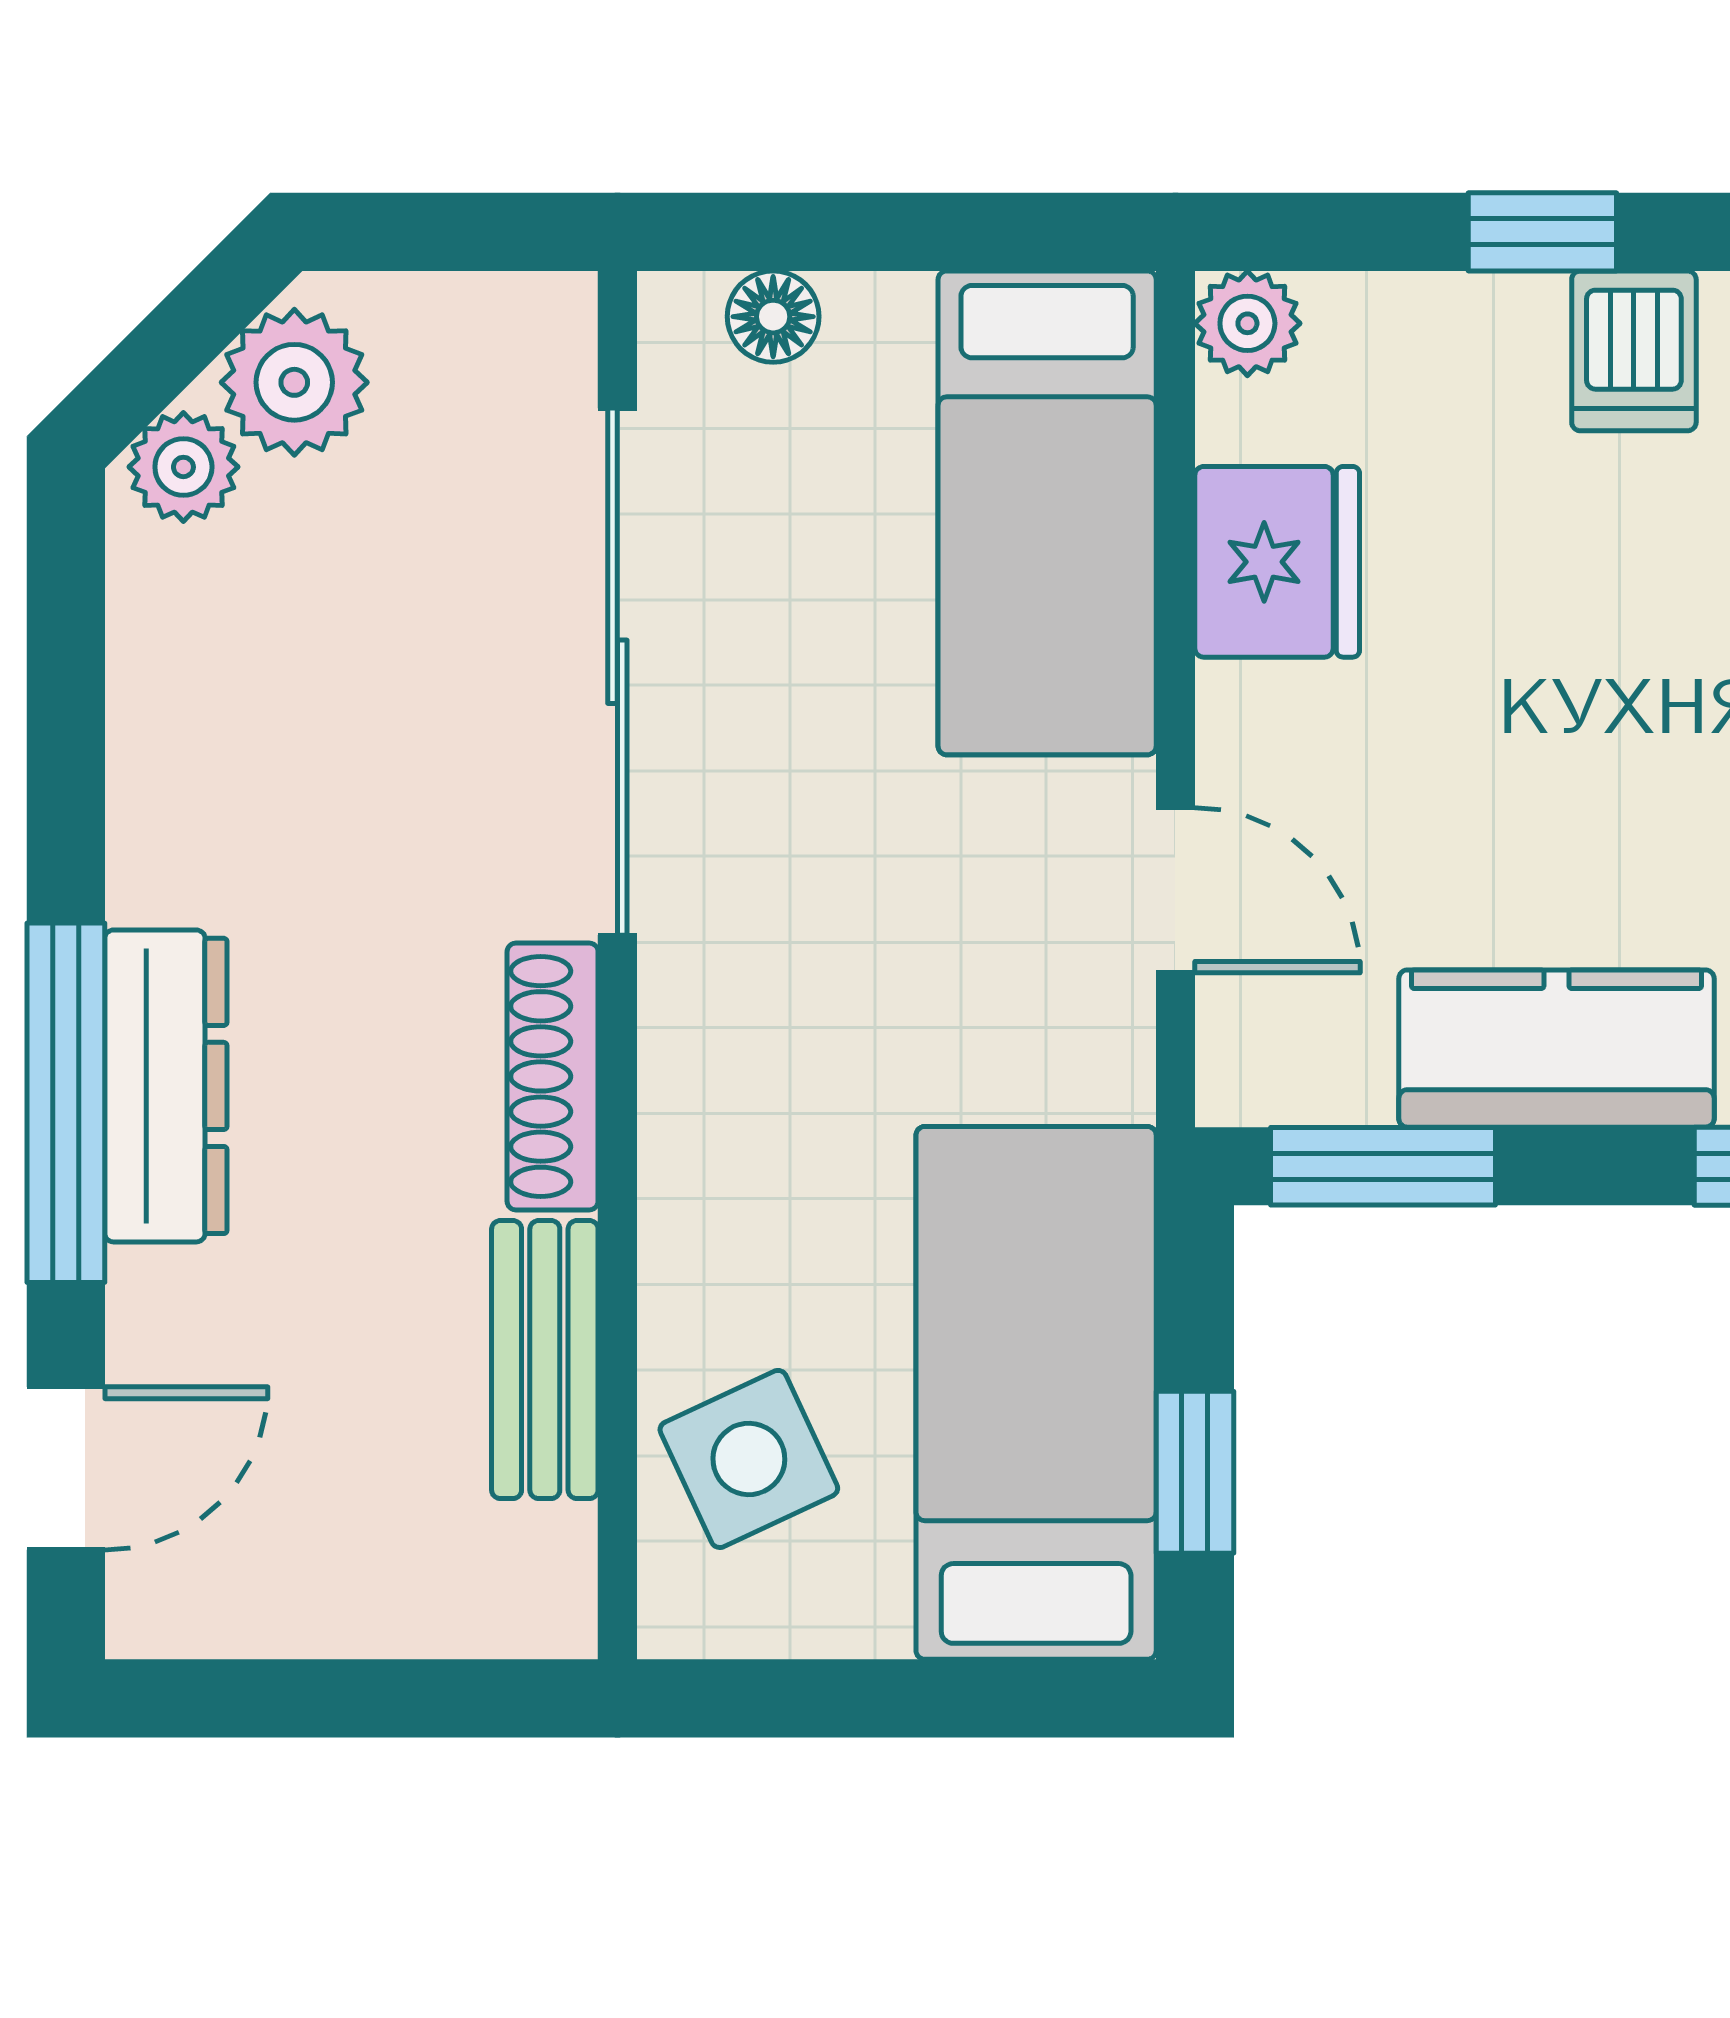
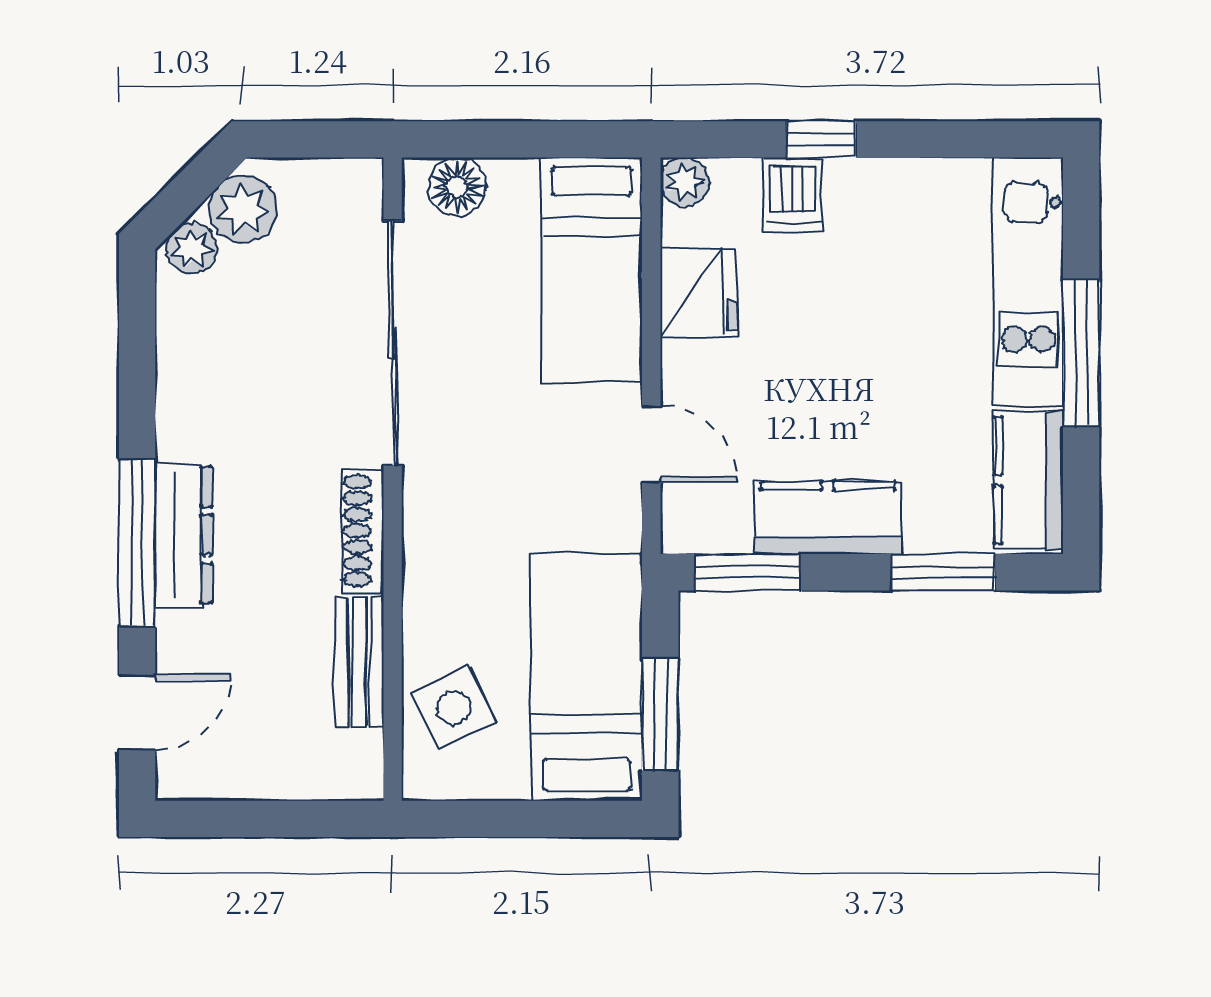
floor lamp: (773, 317) -> (457, 186), width x1.37, depth x1.37
dishwasher: (1634, 351) -> (793, 194), moved
window: (1195, 1472) -> (660, 714), width x1.50

